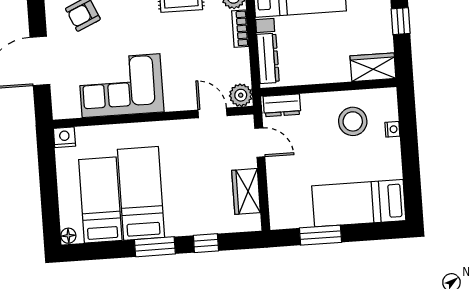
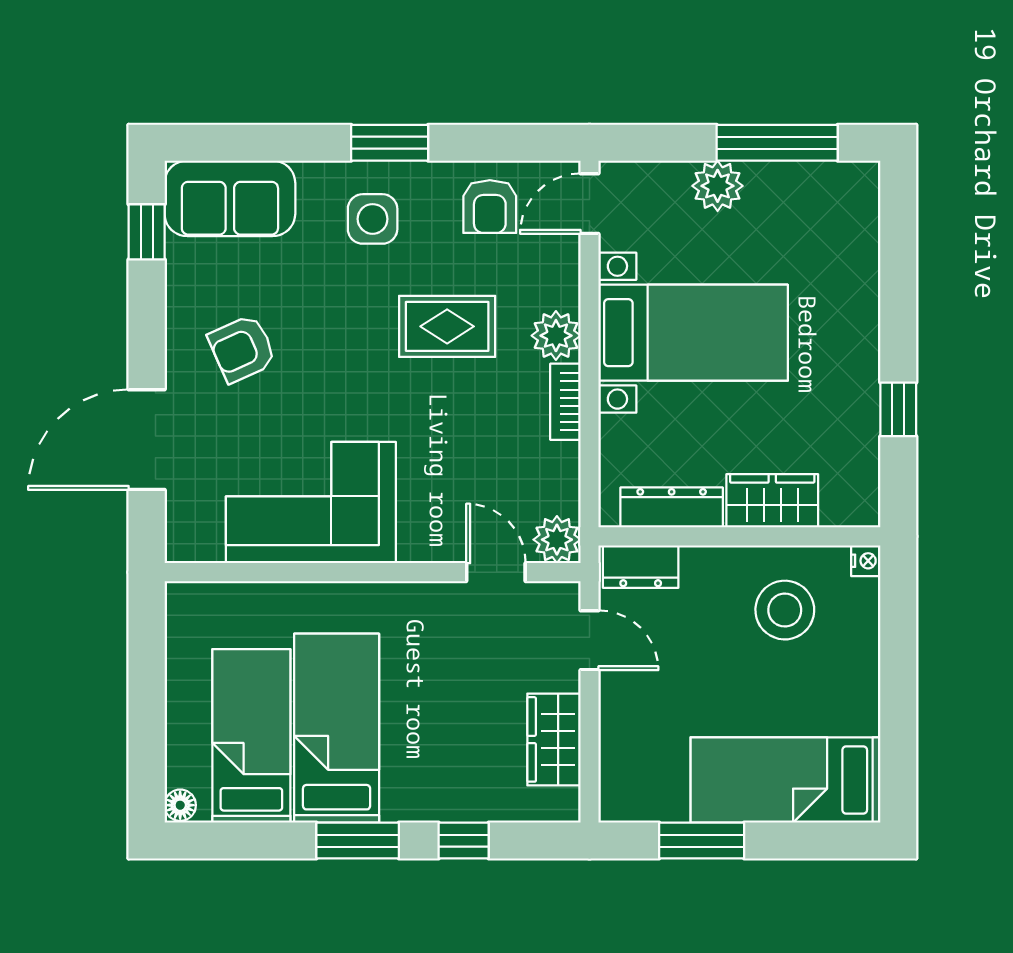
dresser: (268, 58) -> (672, 507), moved, turned -90
wardrobe: (373, 67) -> (772, 501), moved
nightstand: (392, 129) -> (866, 561), moved
nightstand: (64, 137) -> (186, 601), removed

